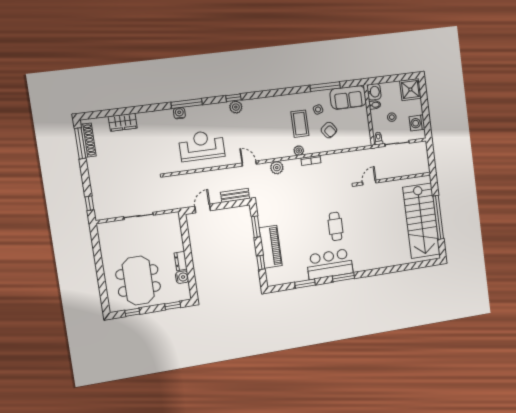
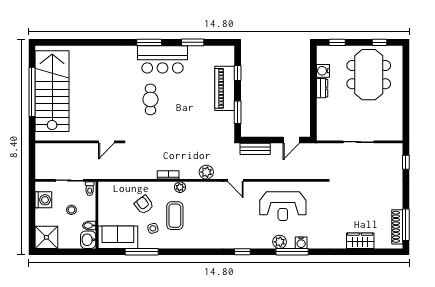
plant: (236, 107) -> (280, 242), moved

